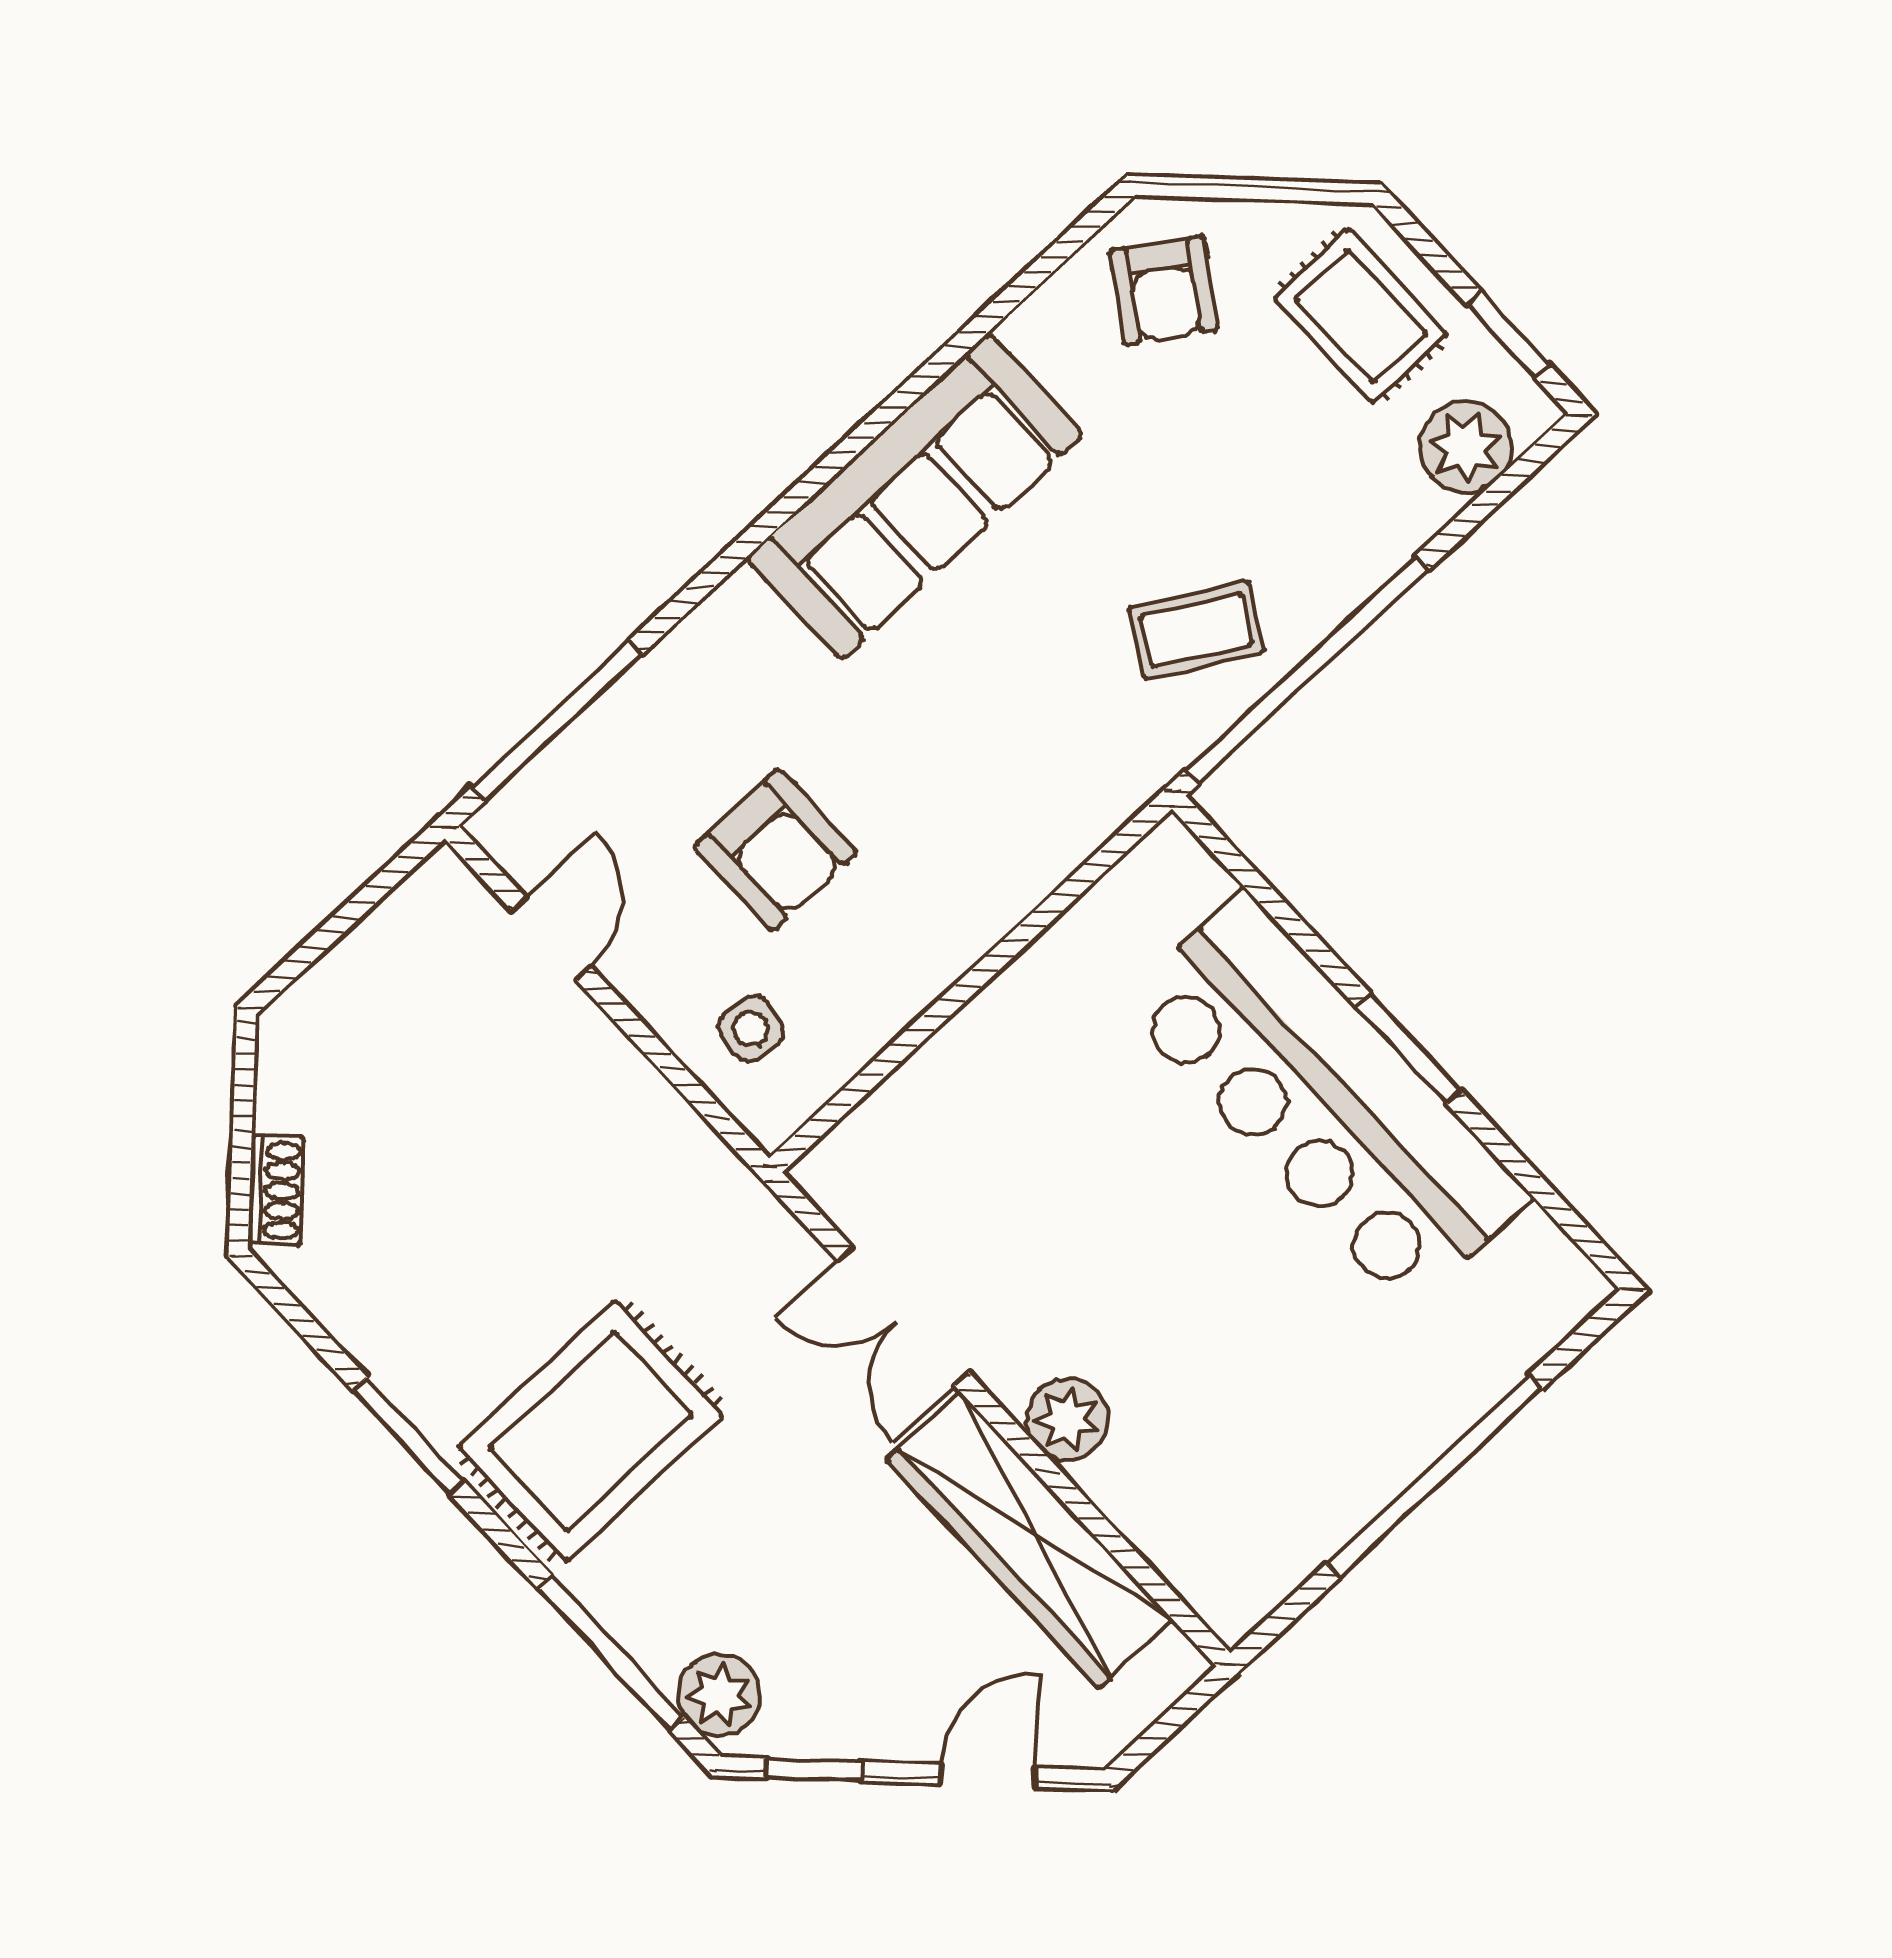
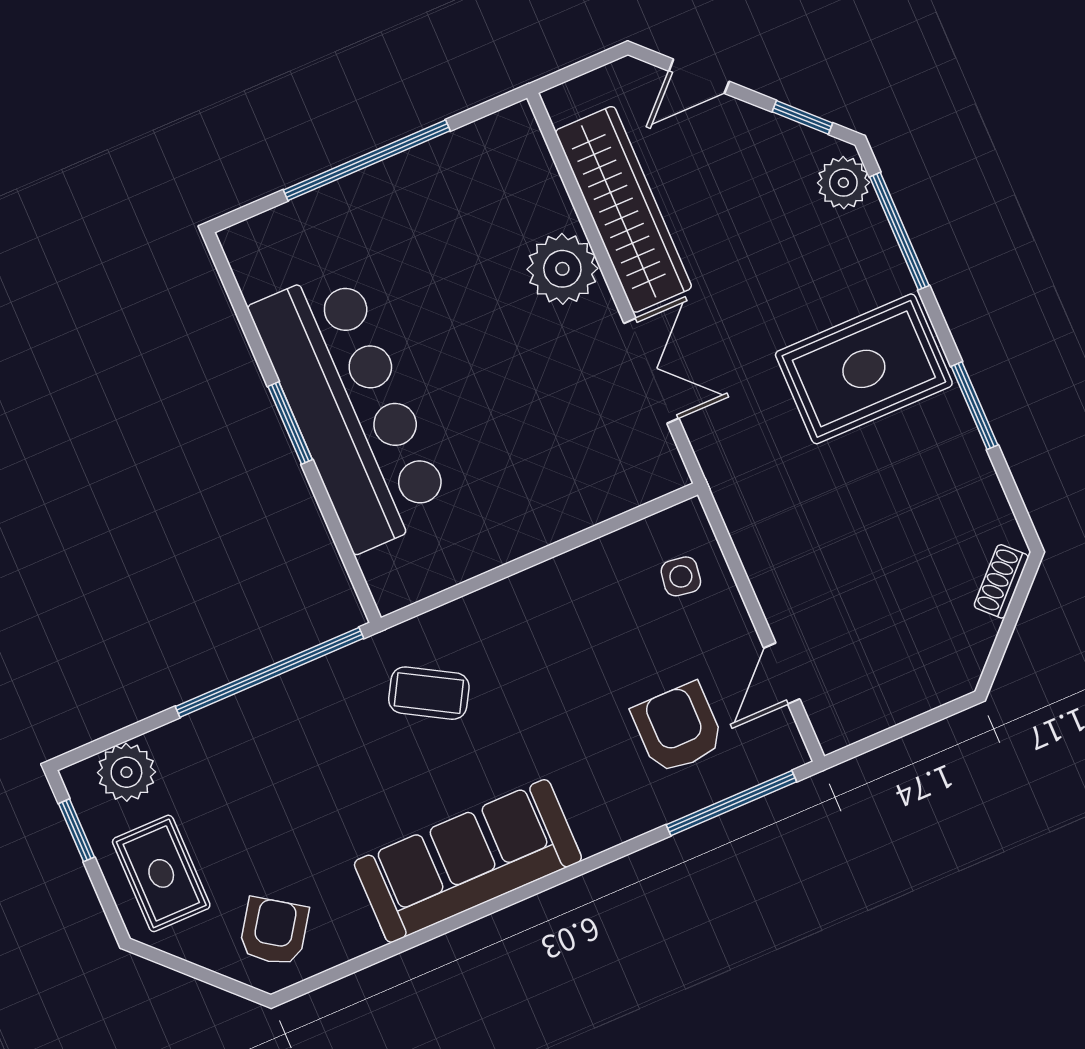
coffee table: (1196, 630) -> (429, 693), moved
armchair: (776, 850) -> (678, 728), moved
plant: (1067, 1419) -> (562, 269), width x1.36, depth x1.36

